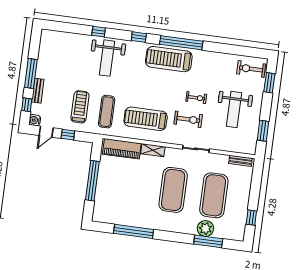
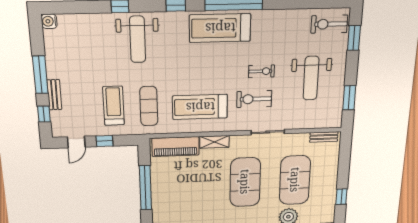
exercise bike: (188, 119) -> (254, 99), turned 180
water cooler: (35, 120) -> (49, 21), moved

